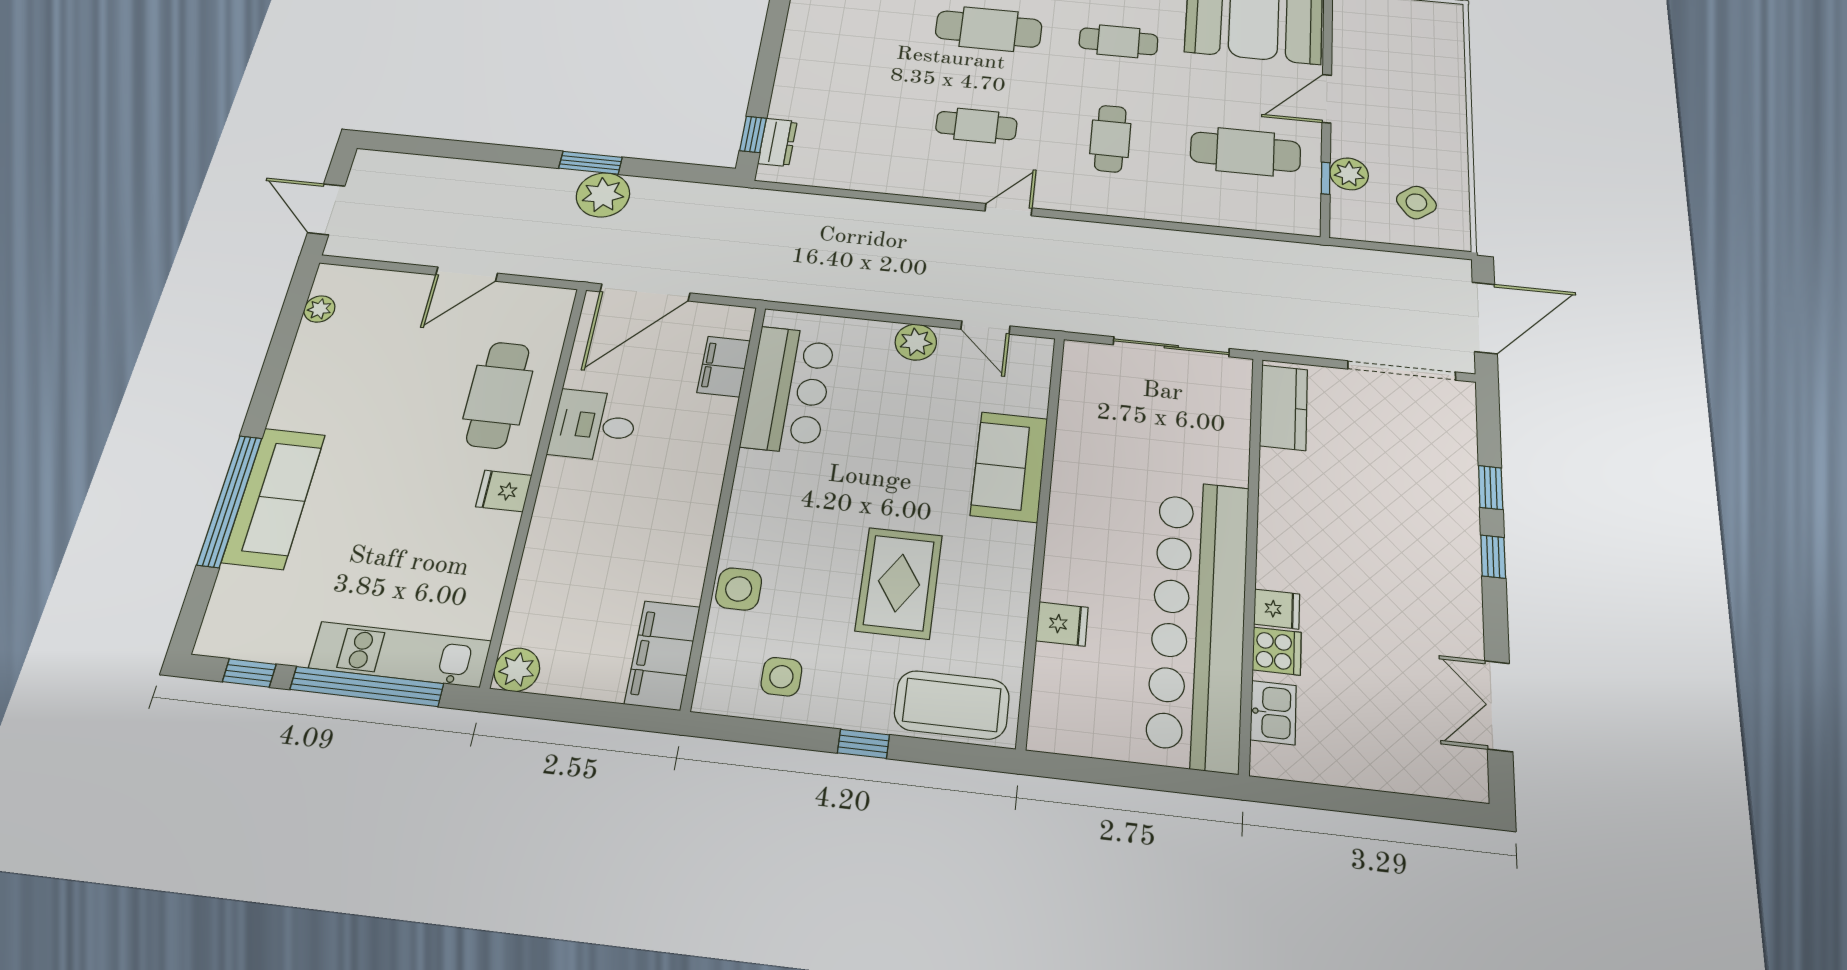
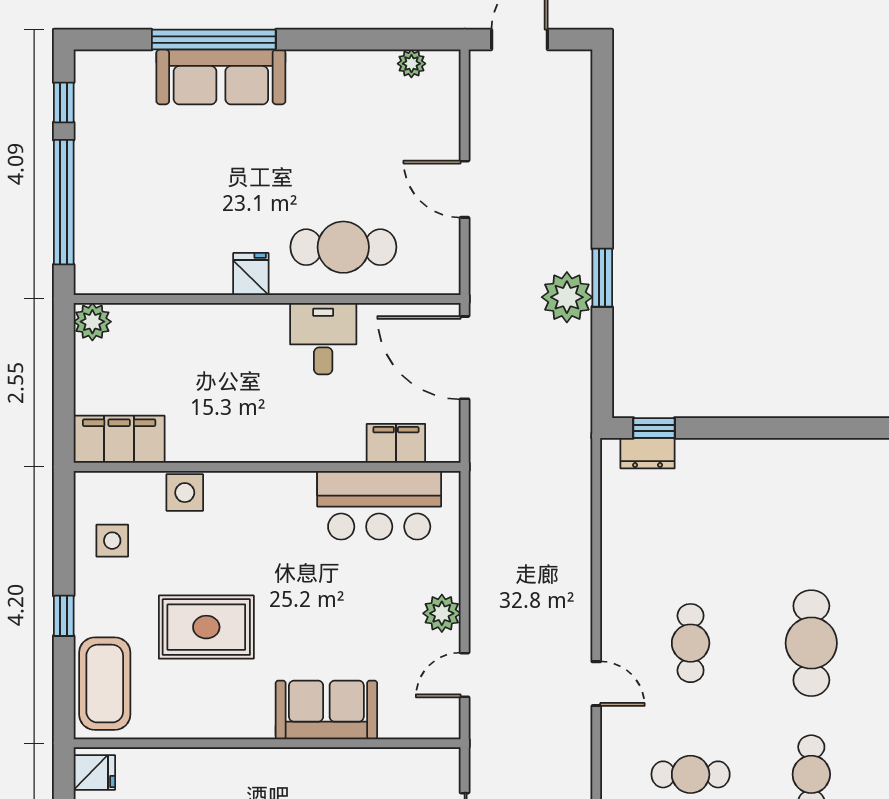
fridge: (1062, 624) -> (94, 773), moved, turned -90
kitchen unit: (400, 654) -> (94, 222), removed

